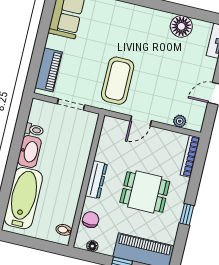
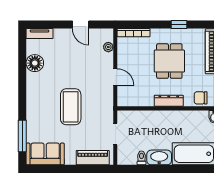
coffee table: (118, 81) -> (71, 107), moved, turned 90

